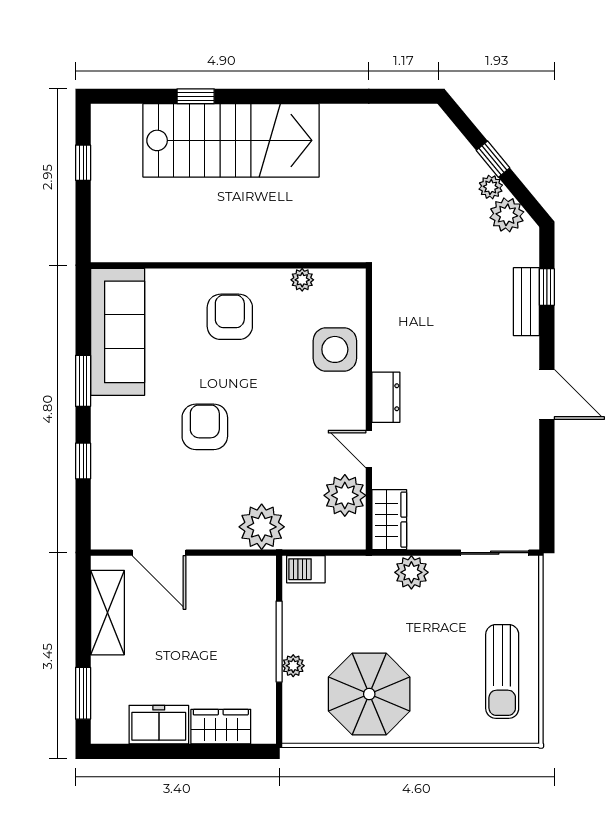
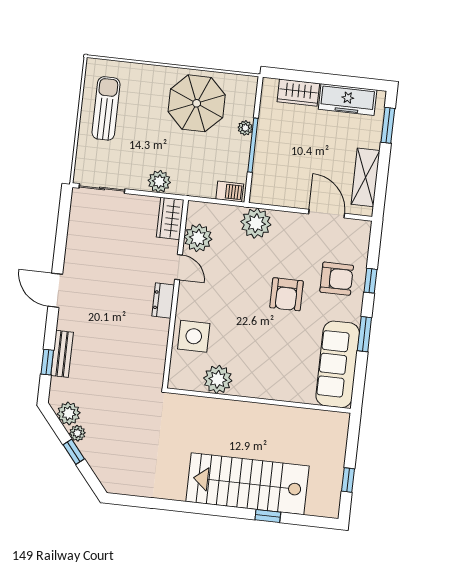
plant: (302, 280) -> (218, 379), width x1.87, depth x1.87
armchair: (230, 317) -> (337, 279), moved, turned -90
freezer: (159, 725) -> (348, 99), width x1.40

